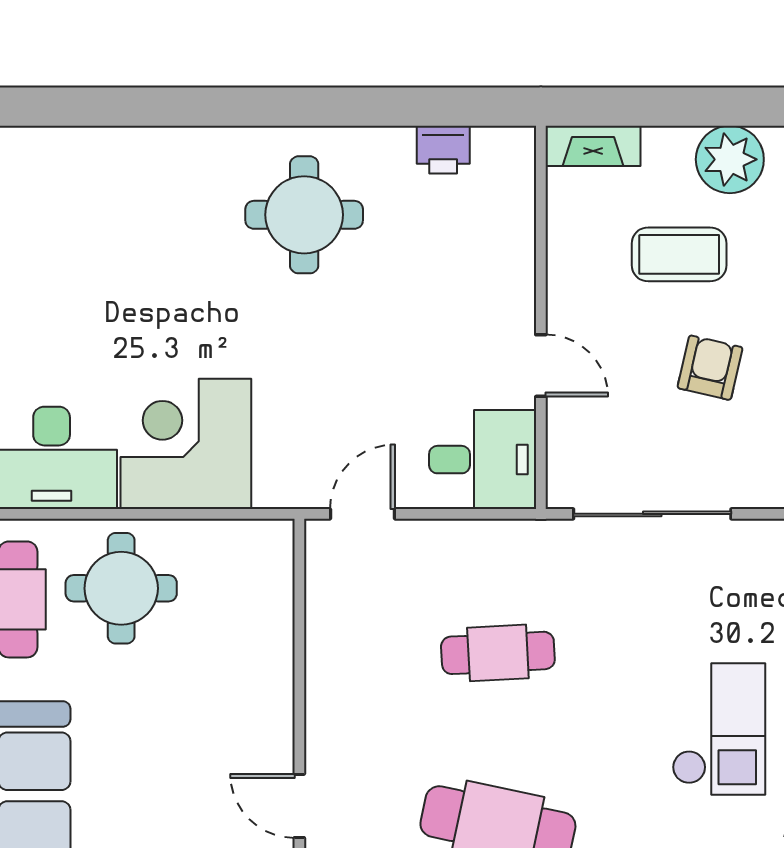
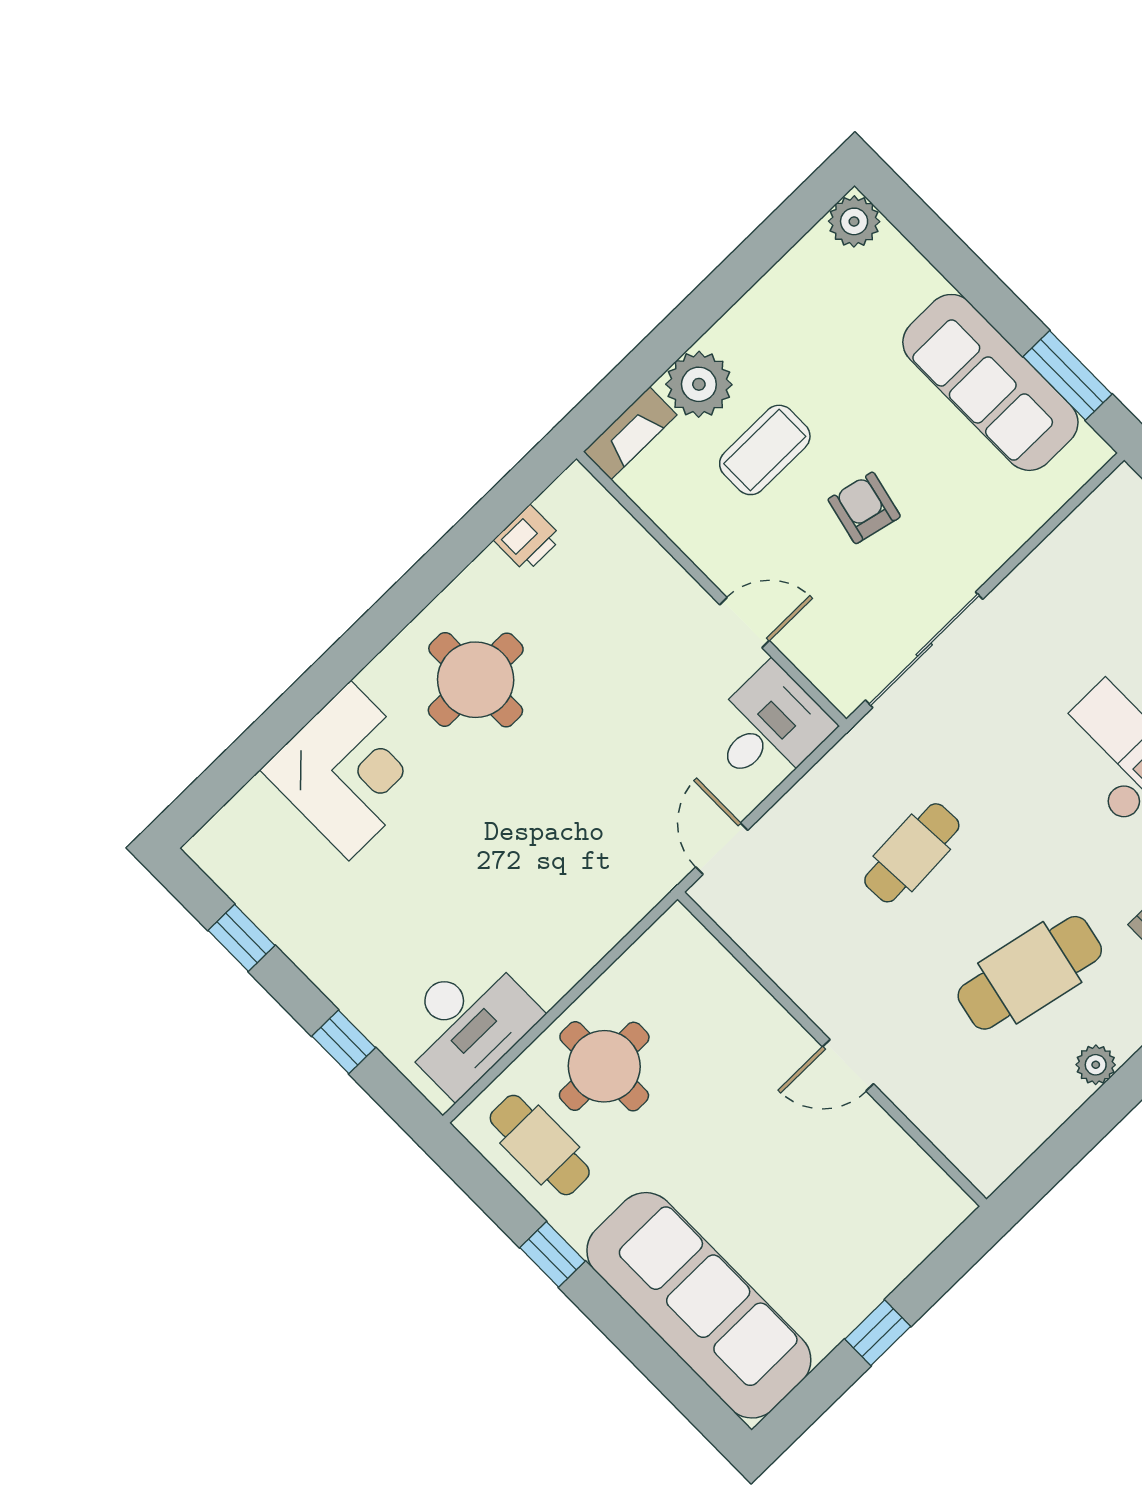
plant: (730, 159) -> (699, 384), moved
corner desk: (186, 444) -> (350, 771), moved, turned 180
door: (299, 806) -> (848, 1065), moved

